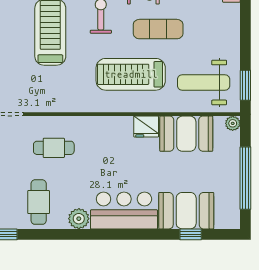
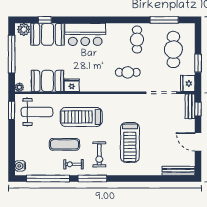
treadmill: (131, 74) -> (81, 117), turned 180
plant: (79, 219) -> (24, 29), moved

